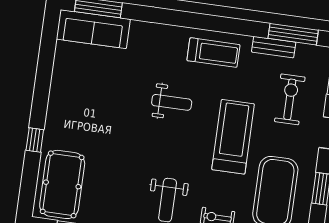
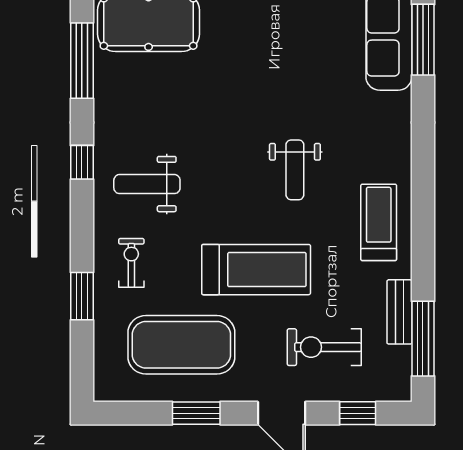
treadmill: (213, 53) -> (379, 222), turned 180
exercise bike: (290, 99) -> (324, 347), turned 180

